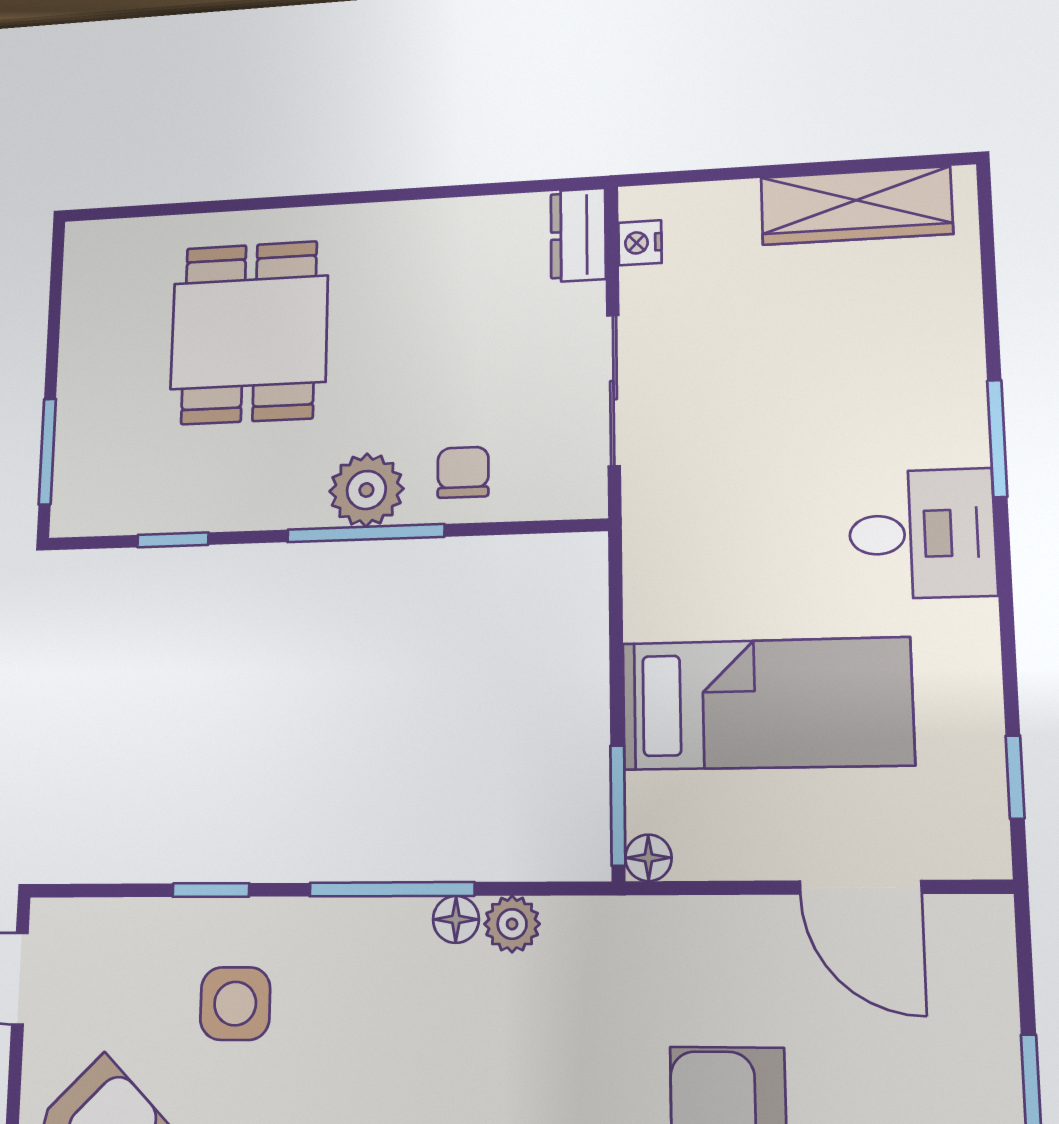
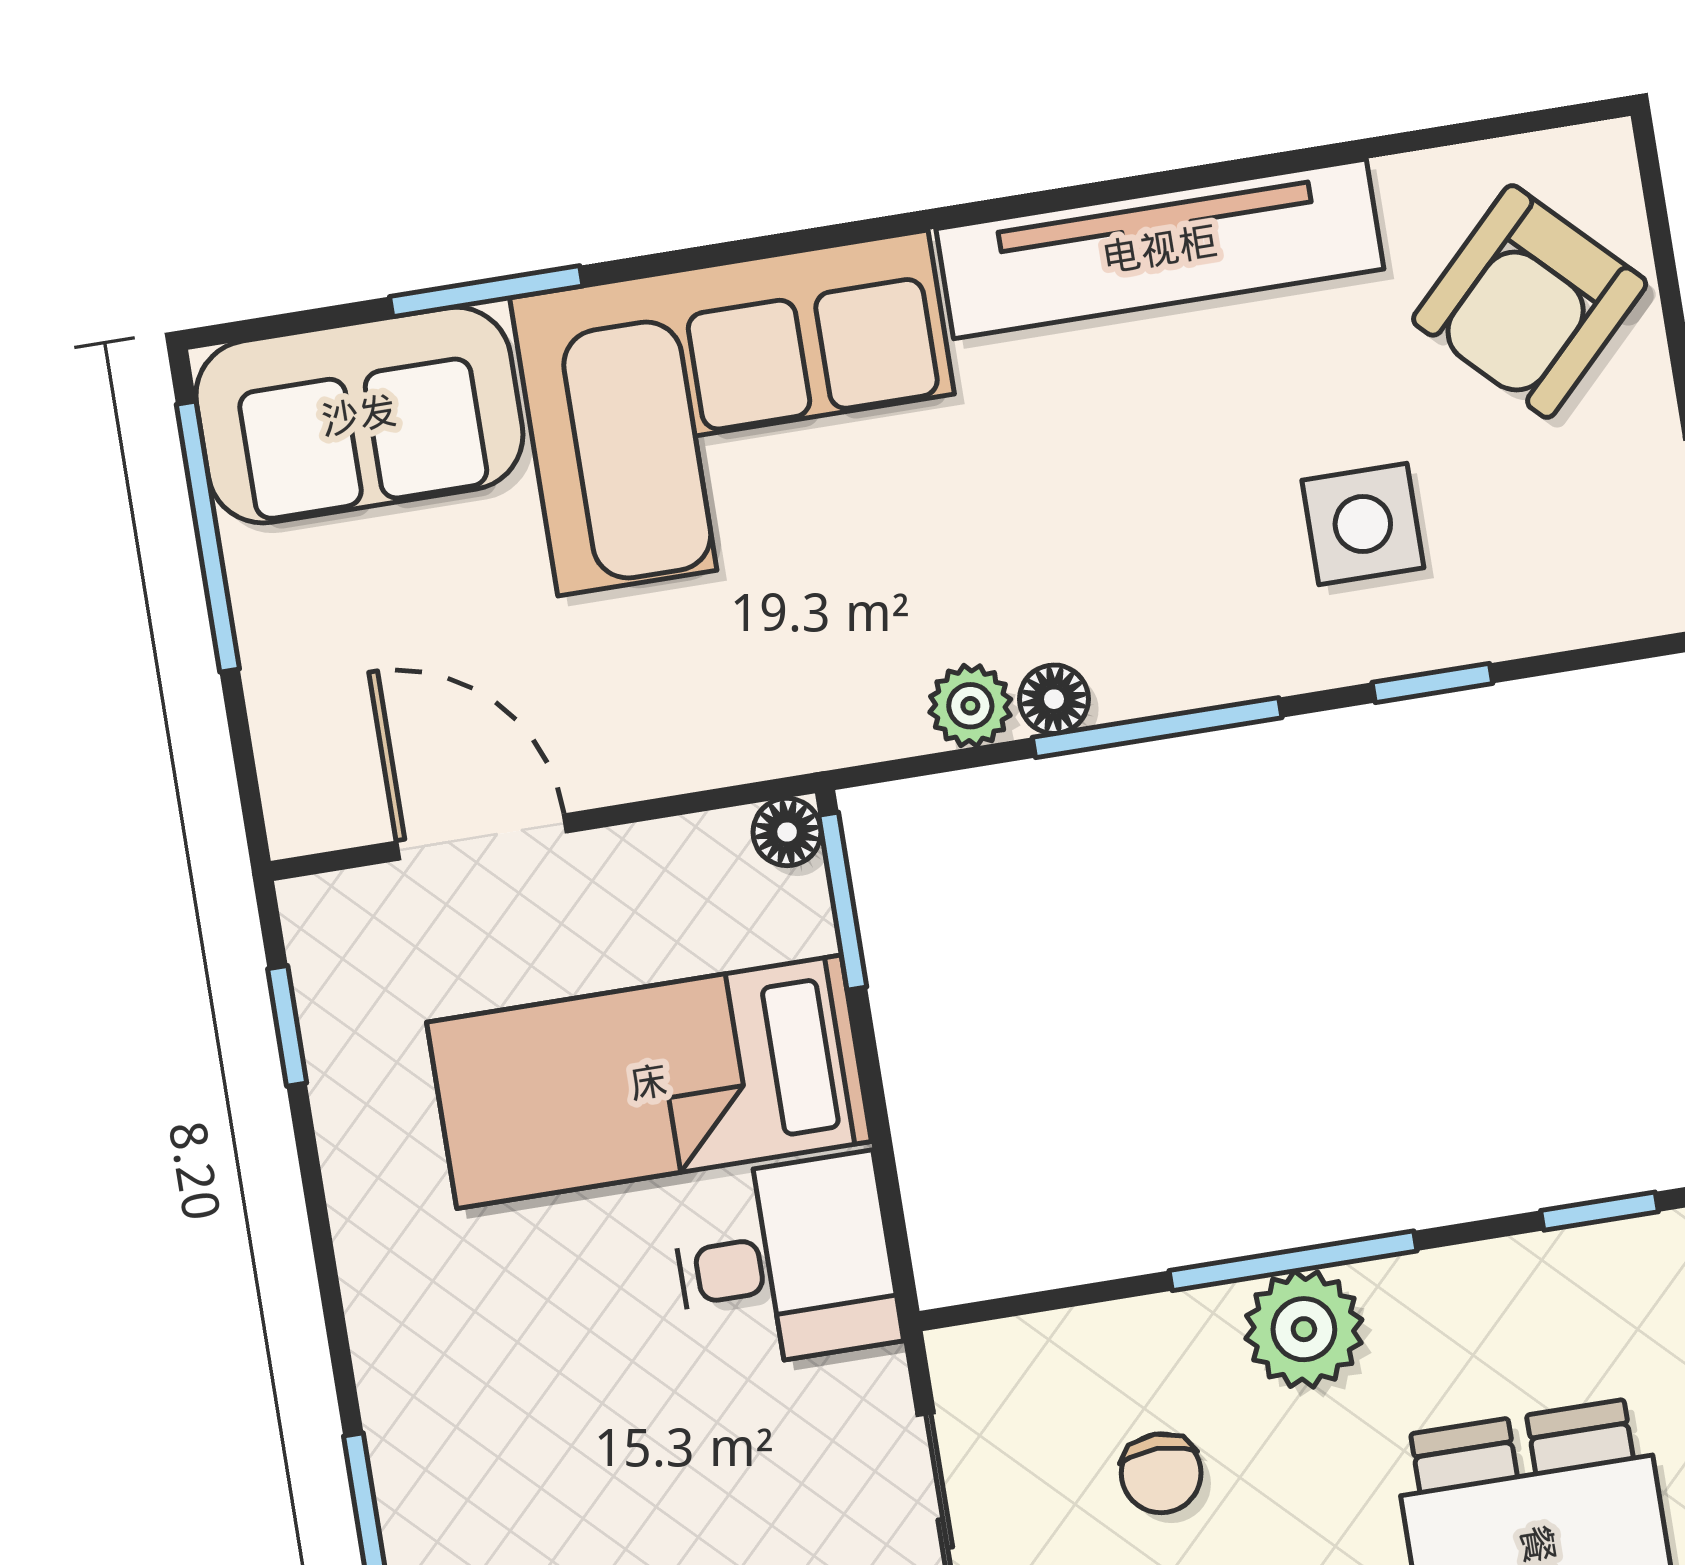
chair: (463, 472) -> (1161, 1473), moved
desk: (922, 534) -> (785, 1262), moved, turned 180

